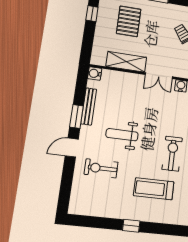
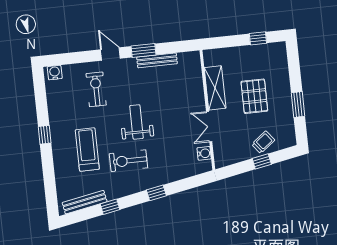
pallet: (129, 21) -> (254, 96), moved, turned 90
water cooler: (95, 74) -> (55, 73), moved
weight bench: (122, 135) -> (137, 122), moved
exercise bike: (172, 154) -> (128, 161), turned 180

